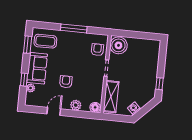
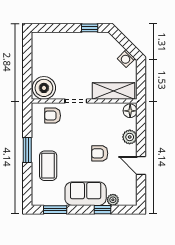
window: (74, 28) -> (27, 150), width x0.69
coffee table: (45, 41) -> (48, 166), moved

